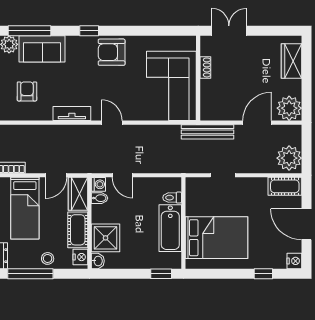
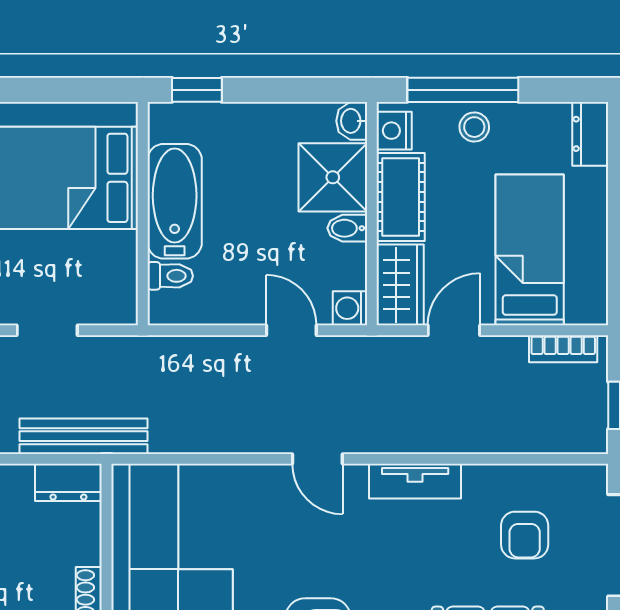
dresser: (214, 113) -> (68, 482), added
bidet: (100, 198) -> (347, 228), moved
window: (30, 274) -> (463, 90), moved

